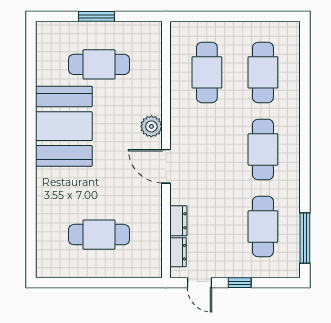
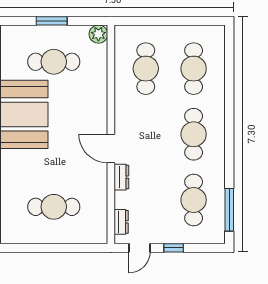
plant: (151, 126) -> (98, 34), moved
dresser: (178, 221) -> (121, 177), moved
door: (200, 283) -> (139, 248), hinge flipped

